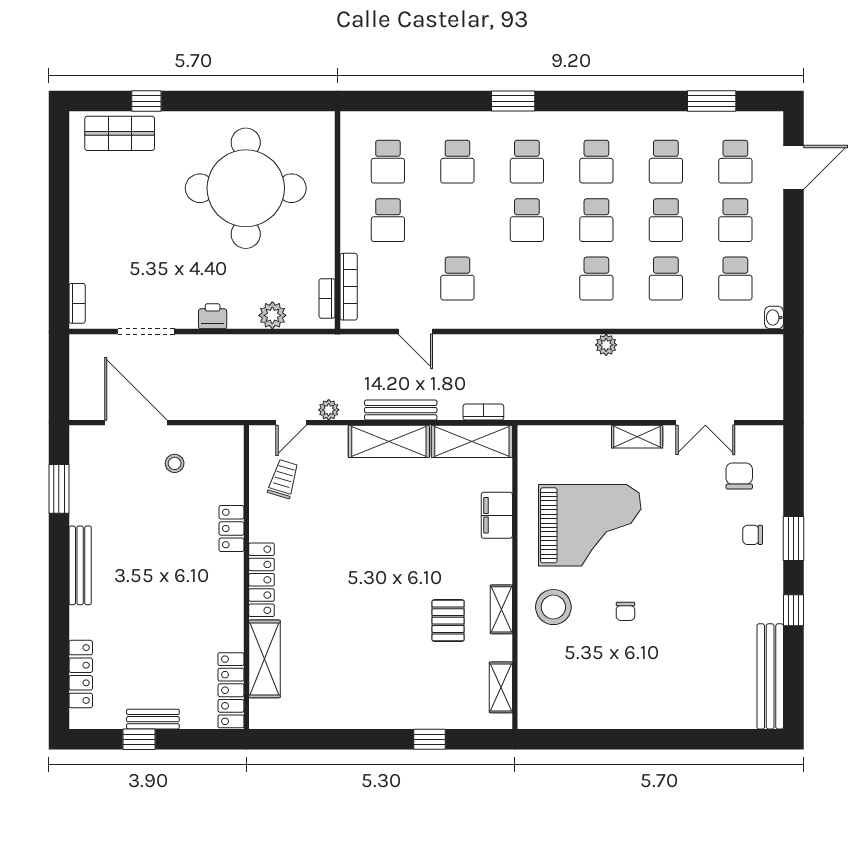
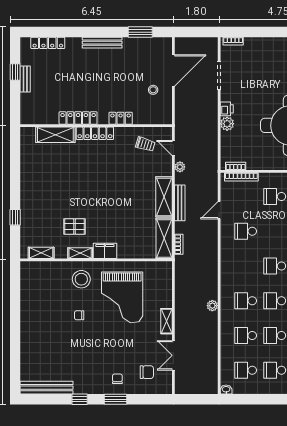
plant: (272, 315) -> (227, 124), moved
filing cabinet: (497, 515) -> (105, 251), moved
locker: (231, 690) -> (78, 118), moved

